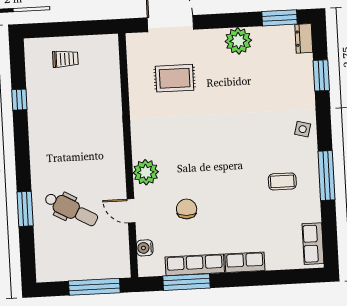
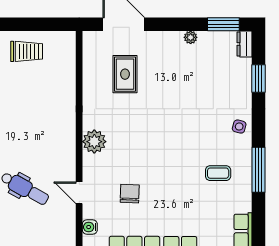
plant: (238, 41) -> (191, 37), width x0.53, depth x0.53
trolley: (65, 59) -> (27, 51), width x1.36, depth x1.39
rug: (175, 78) -> (125, 74), turned 90
plant: (146, 172) -> (94, 142), moved

